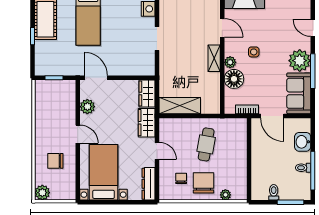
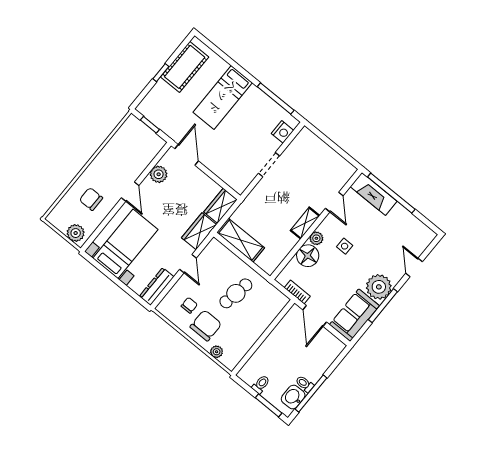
washbasin: (303, 142) -> (293, 397), moved
plant: (42, 193) -> (76, 233), moved

